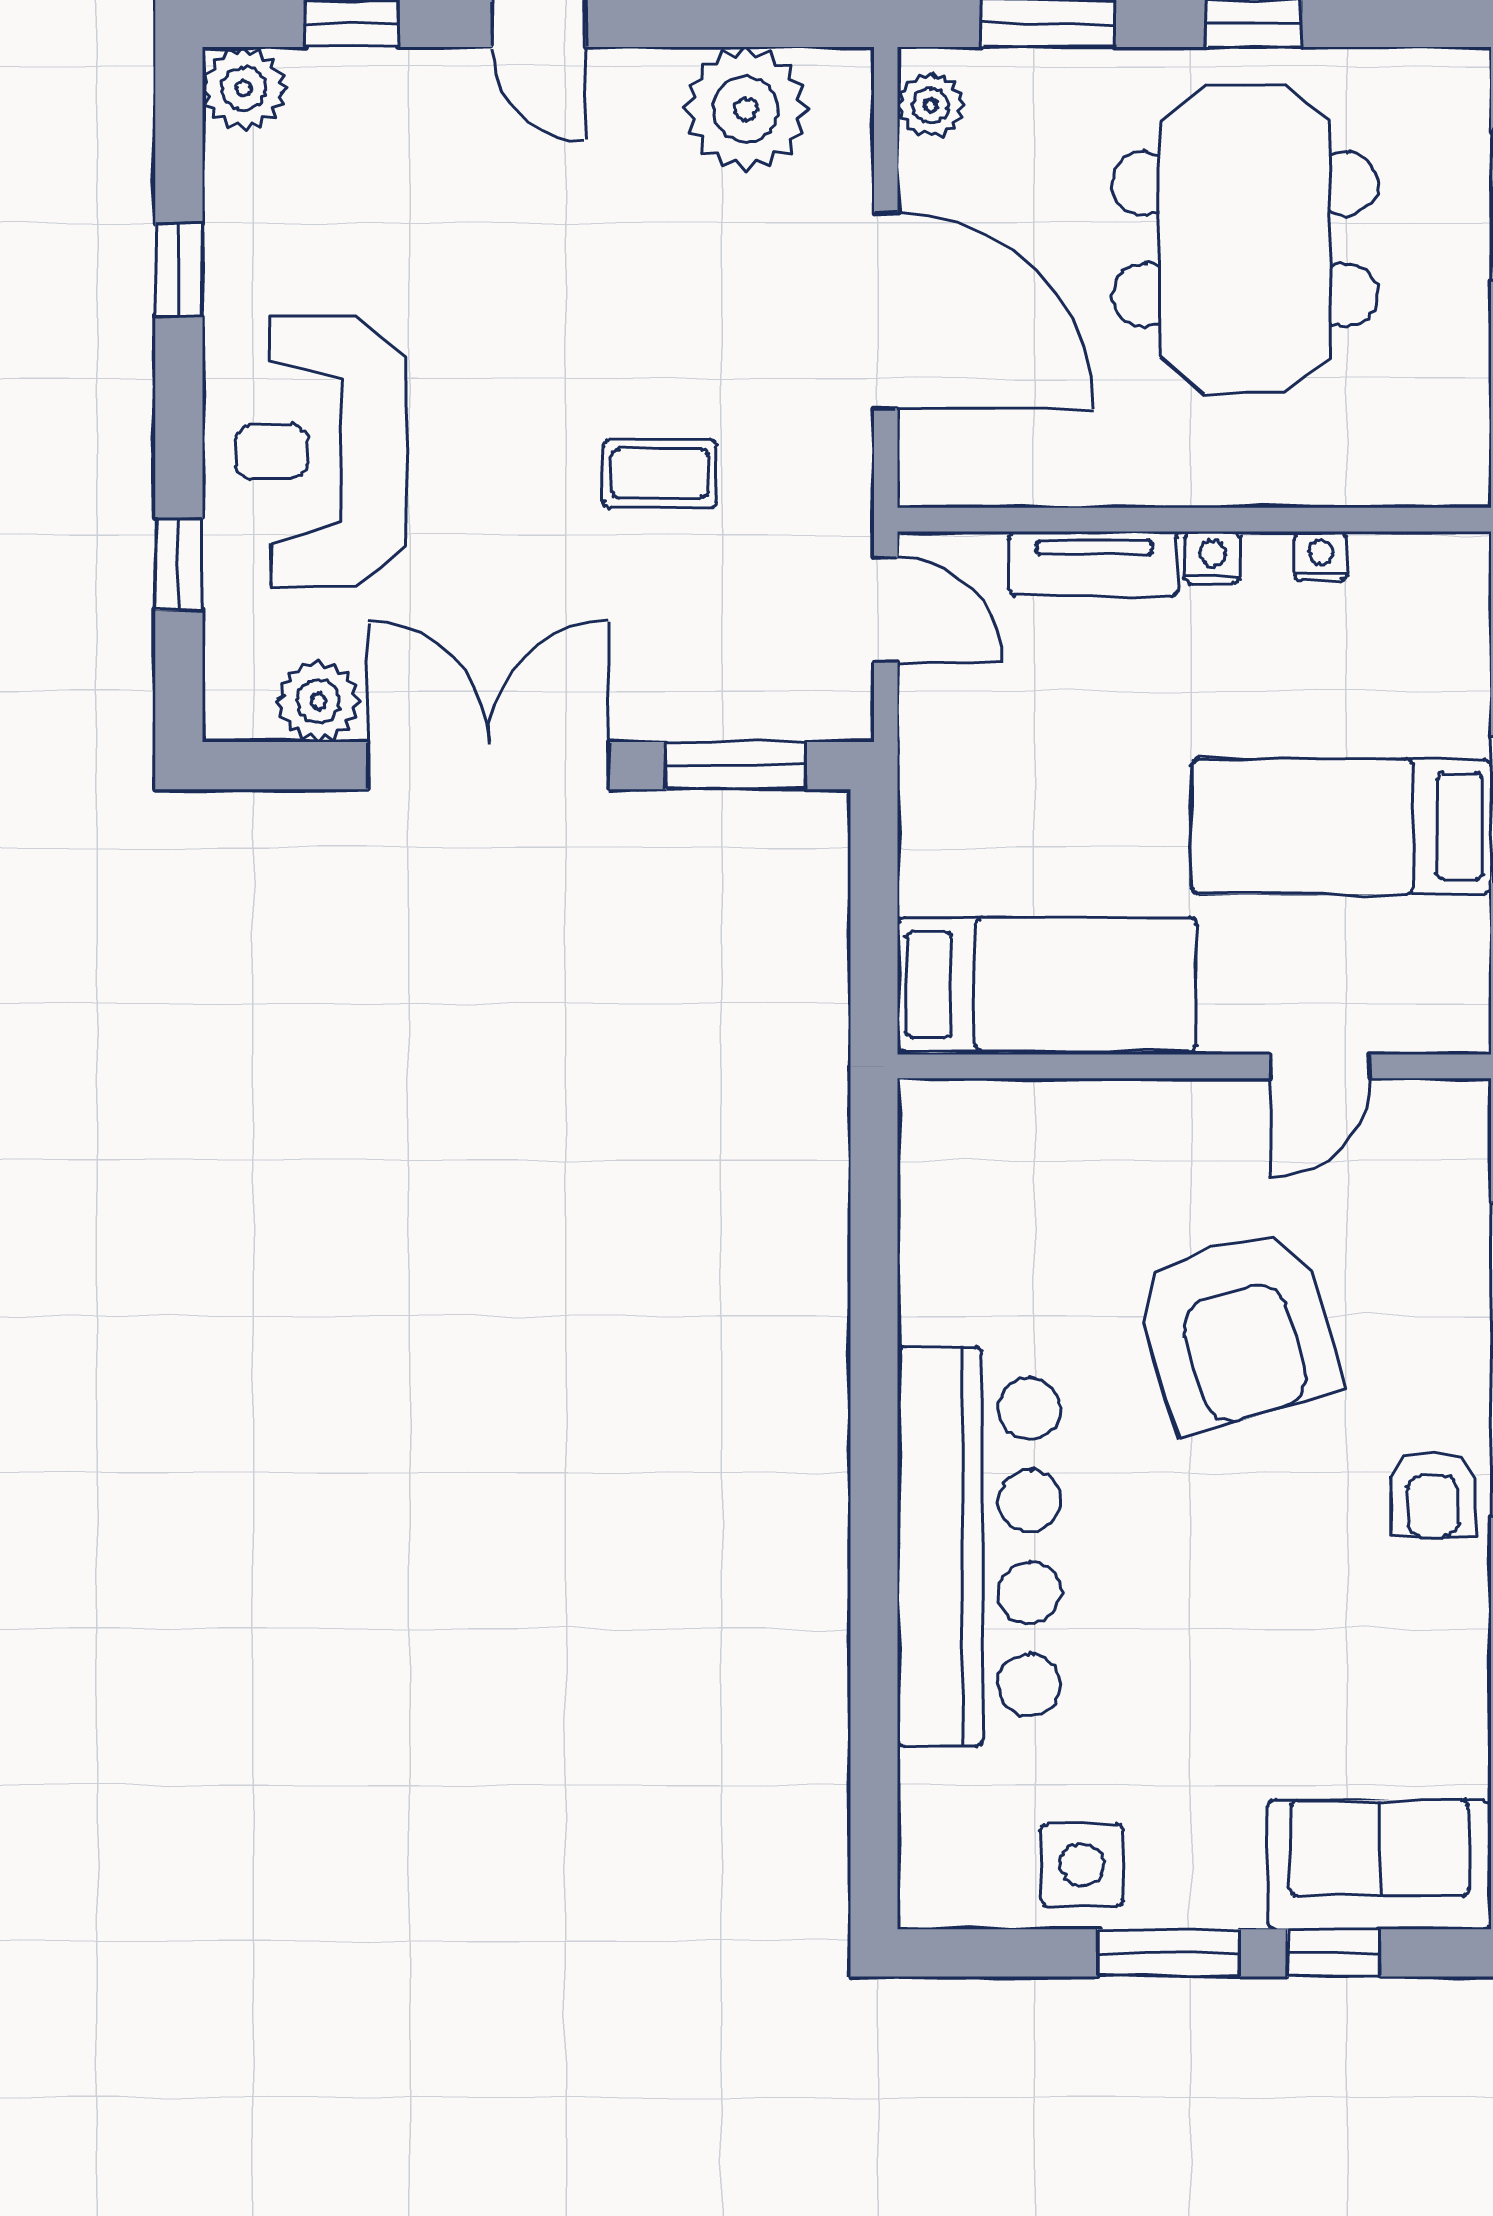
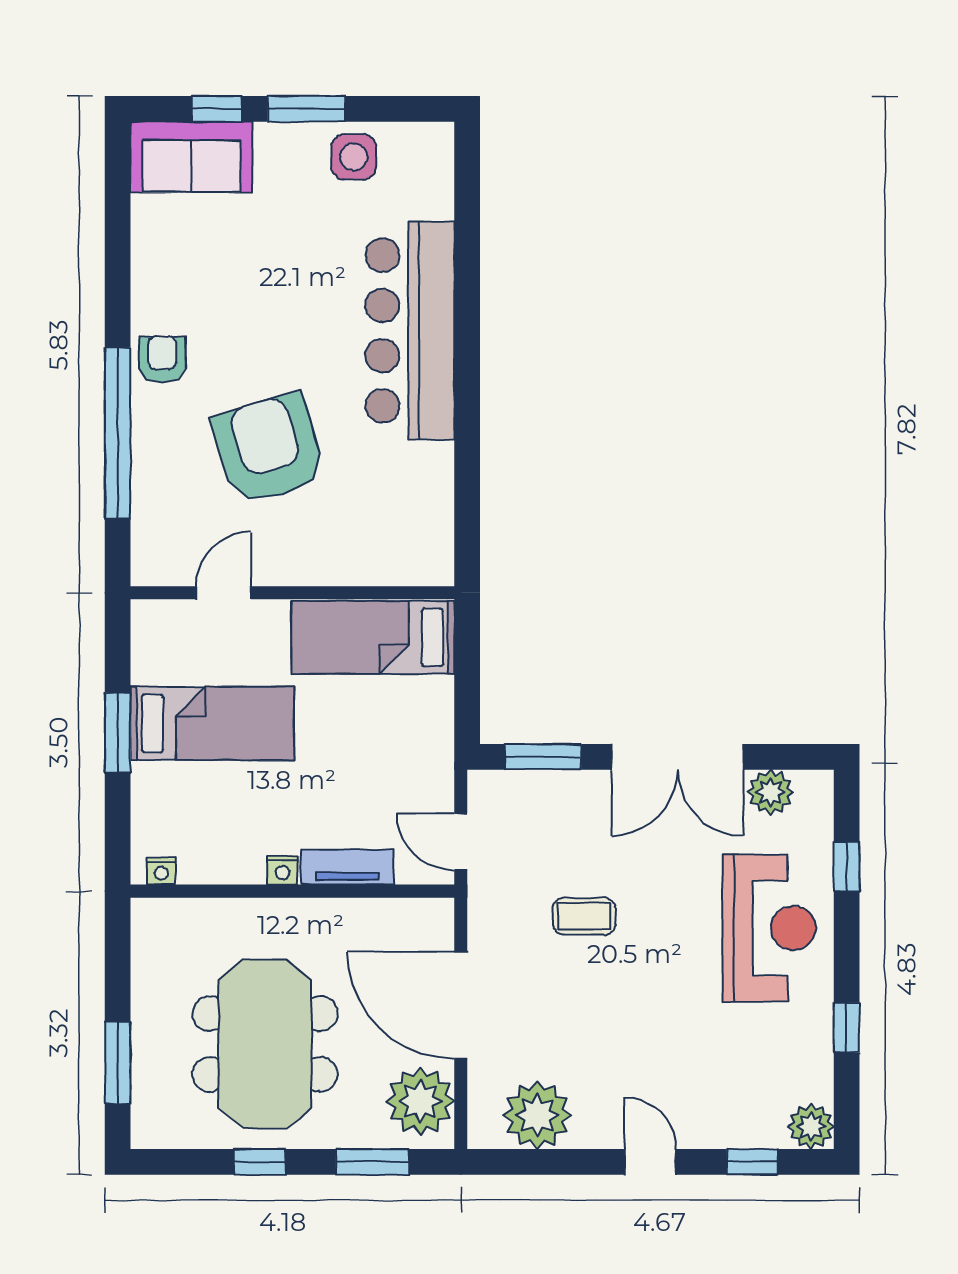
plant: (931, 105) -> (420, 1101), width x1.88, depth x1.88
nightstand: (1321, 556) -> (161, 871), moved

